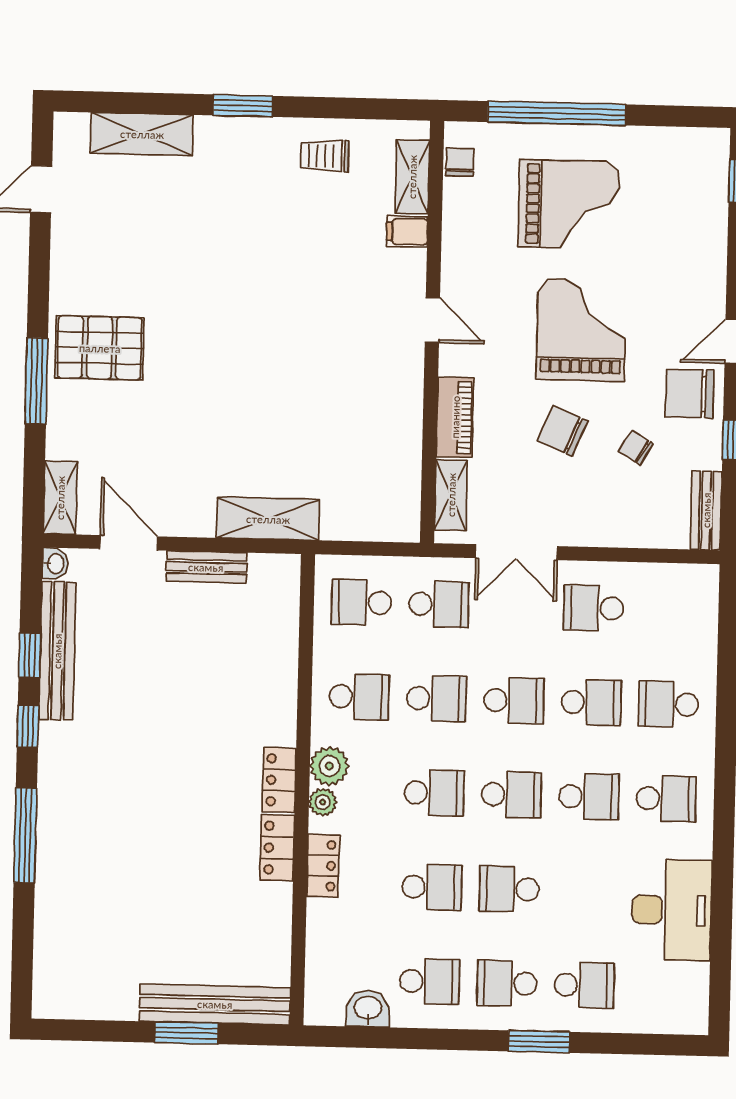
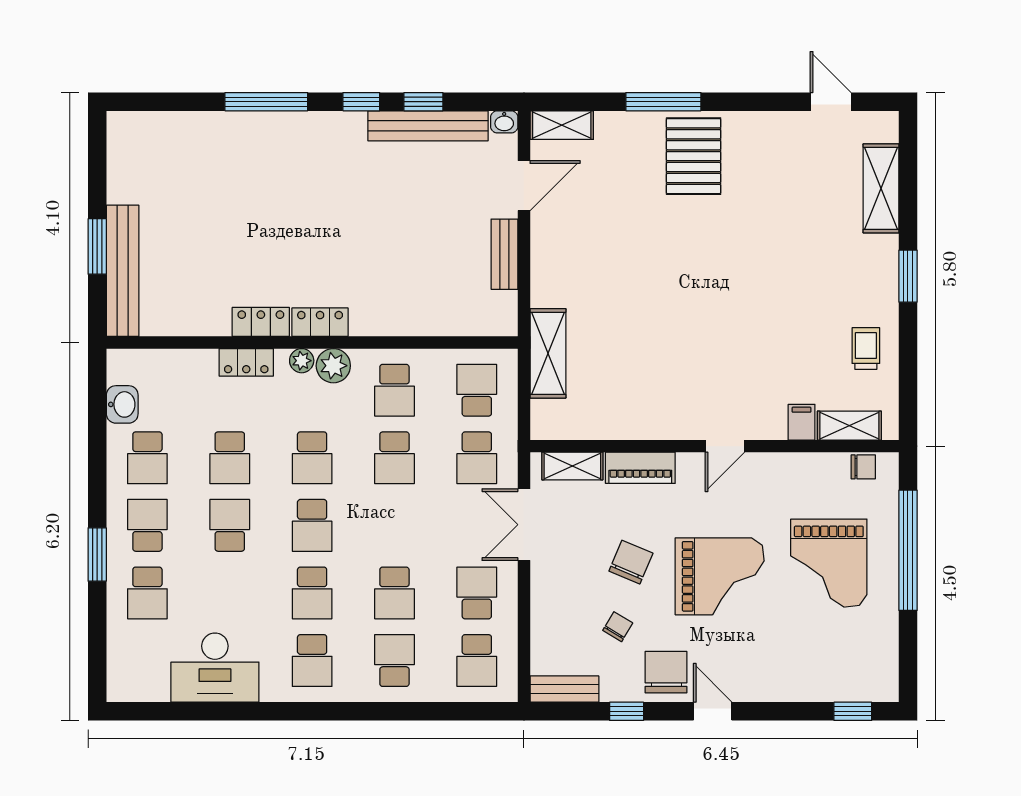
shelving: (268, 519) -> (548, 353), moved
school desk: (514, 700) -> (477, 661), moved

